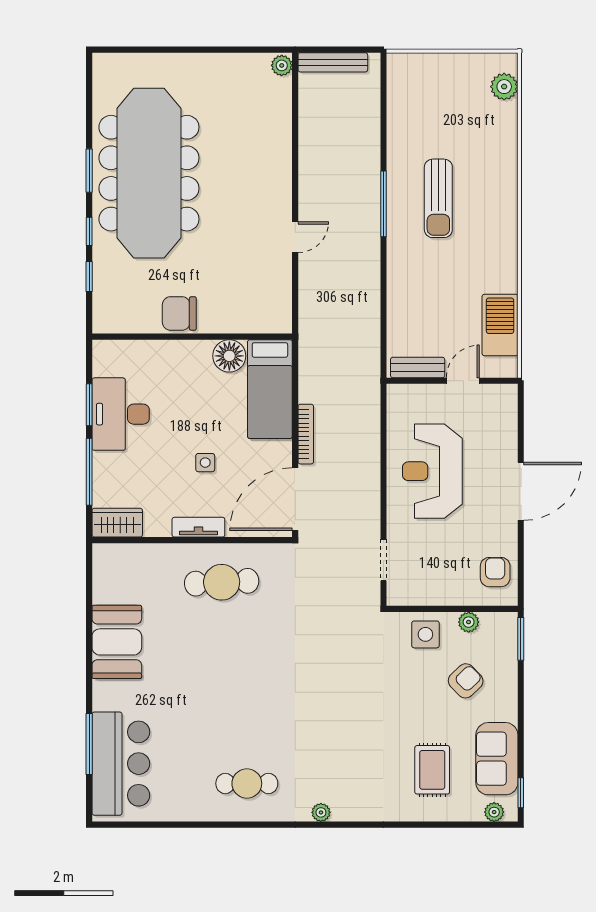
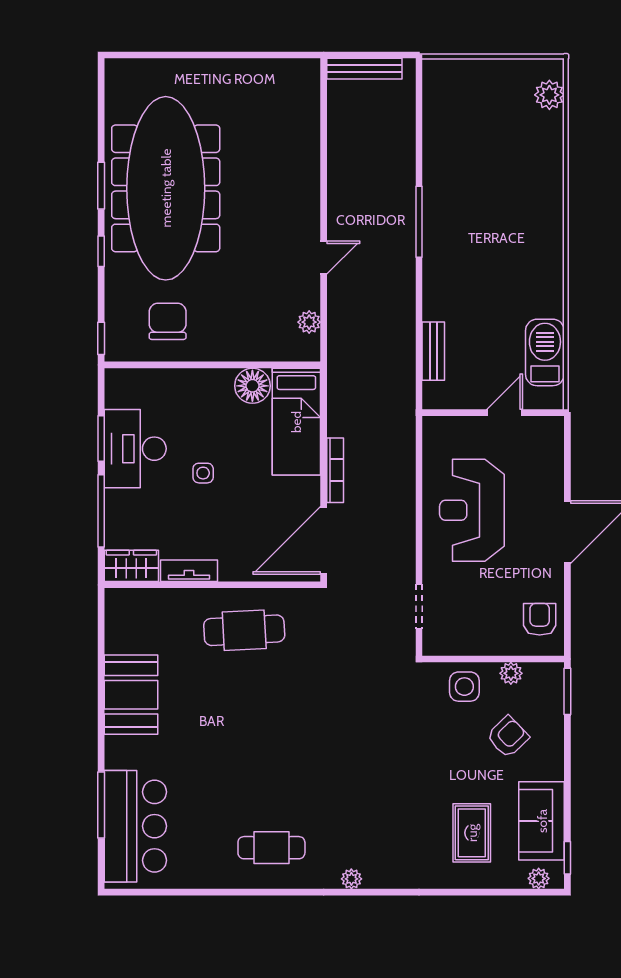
plant: (282, 65) -> (309, 322), moved
sun lounger: (438, 198) -> (478, 216), removed
window: (89, 277) -> (101, 338), moved
chair: (179, 313) -> (168, 321), moved, turned 90
bench: (418, 367) -> (433, 351), moved, turned 90
side table: (205, 463) -> (203, 473), moved
tv unit: (198, 527) -> (189, 571), moved

